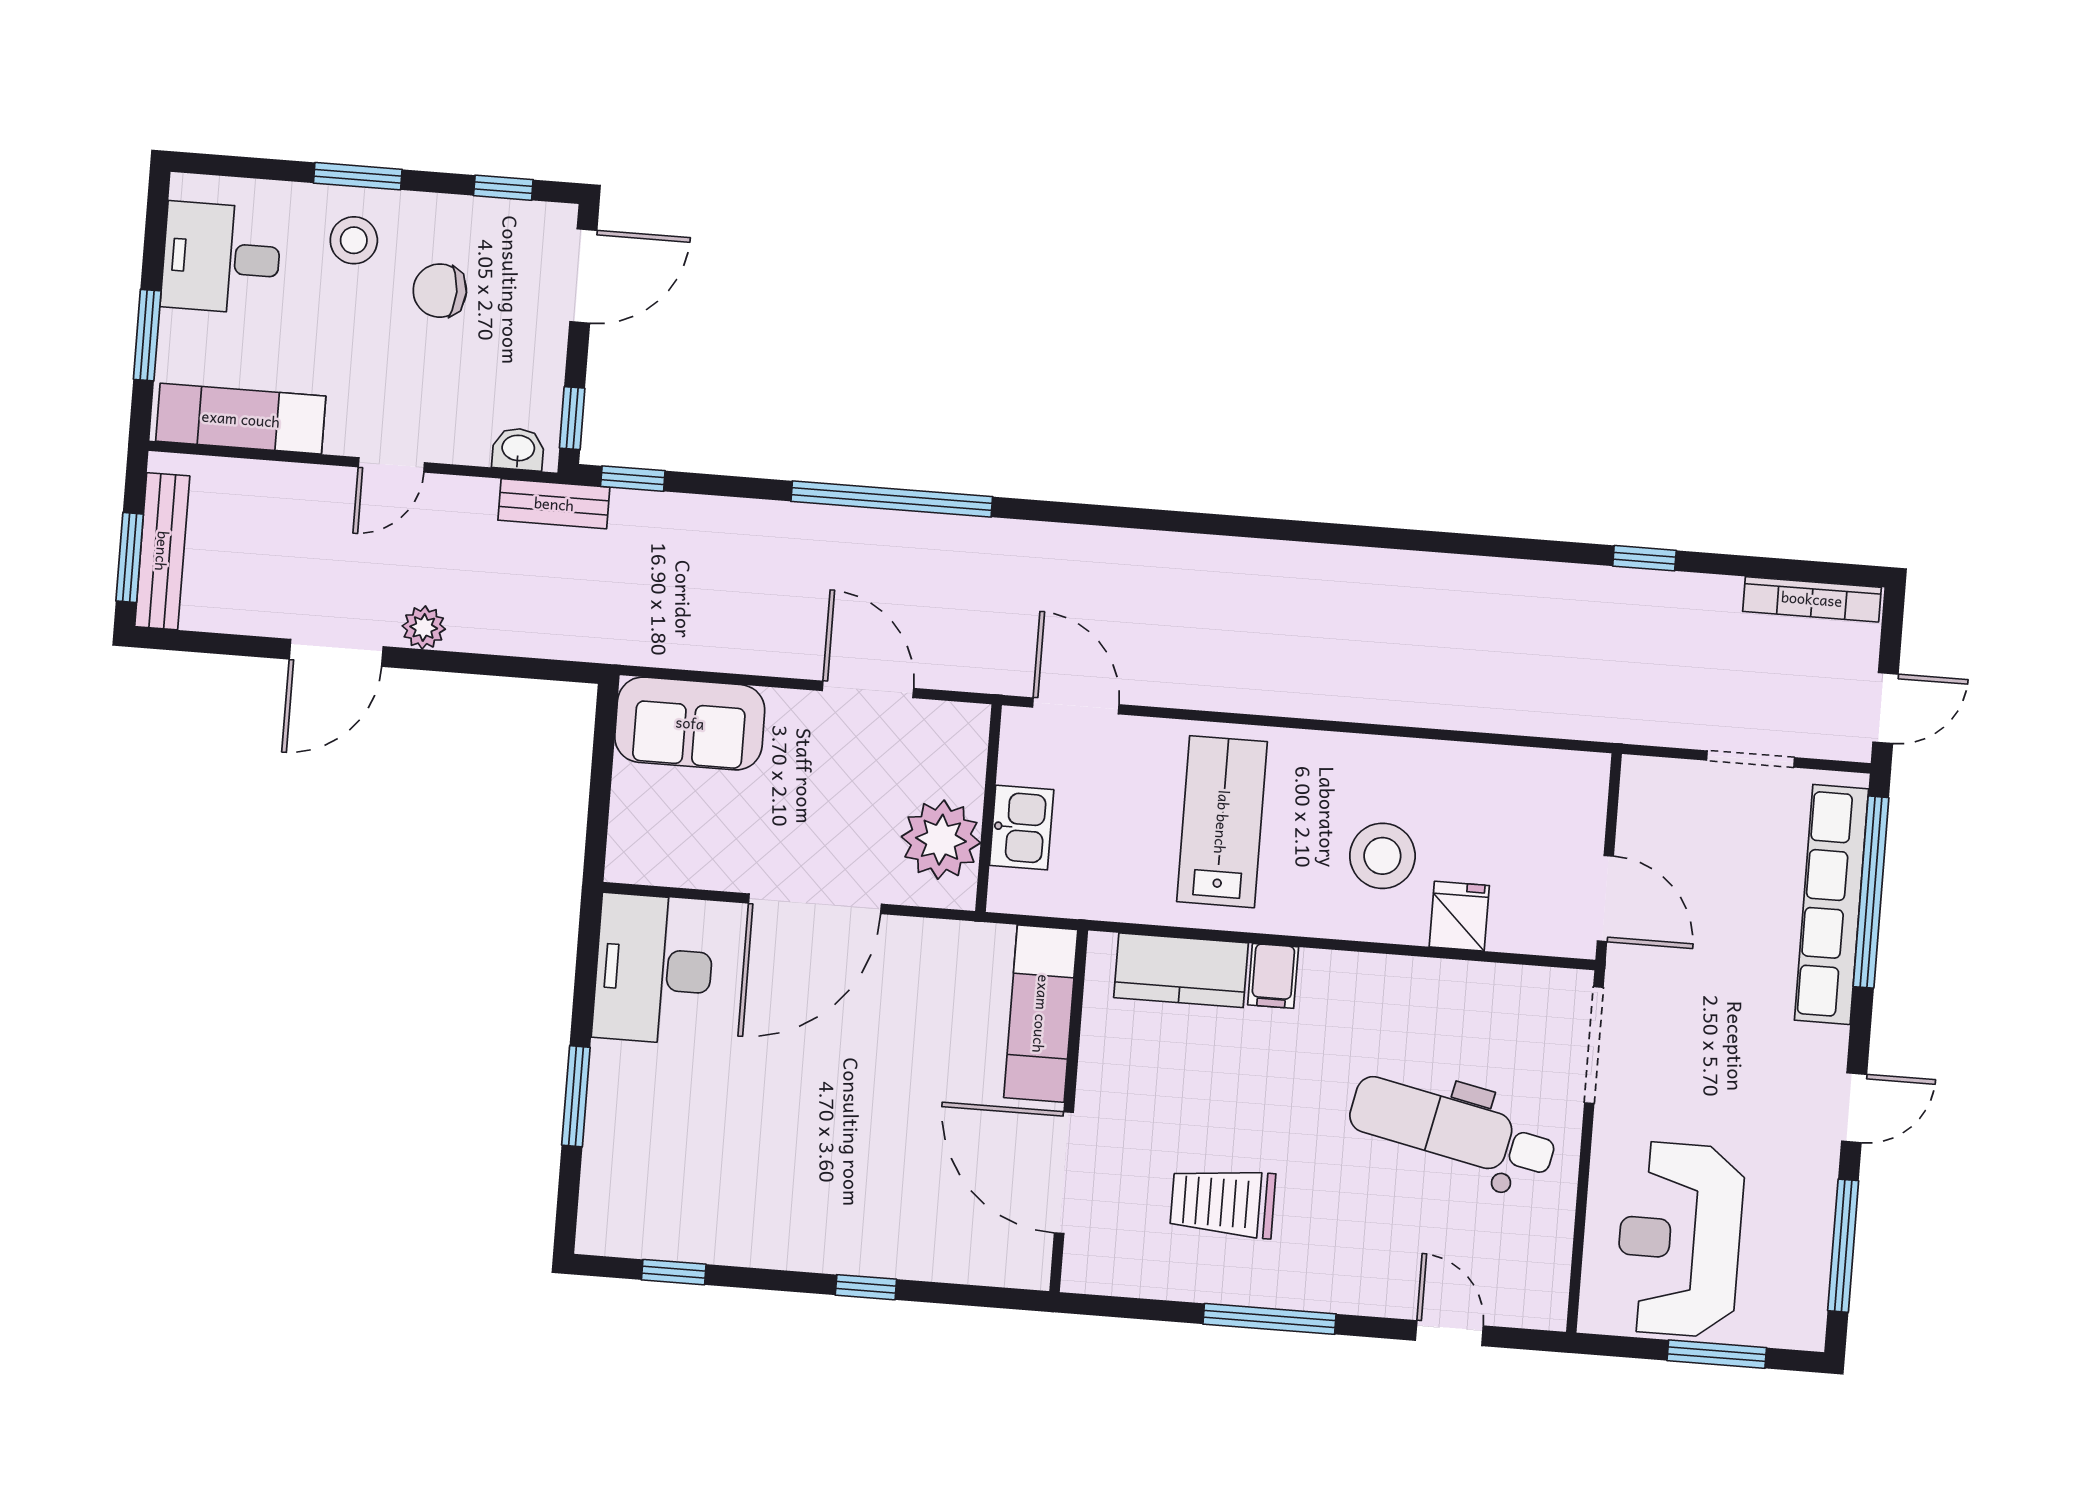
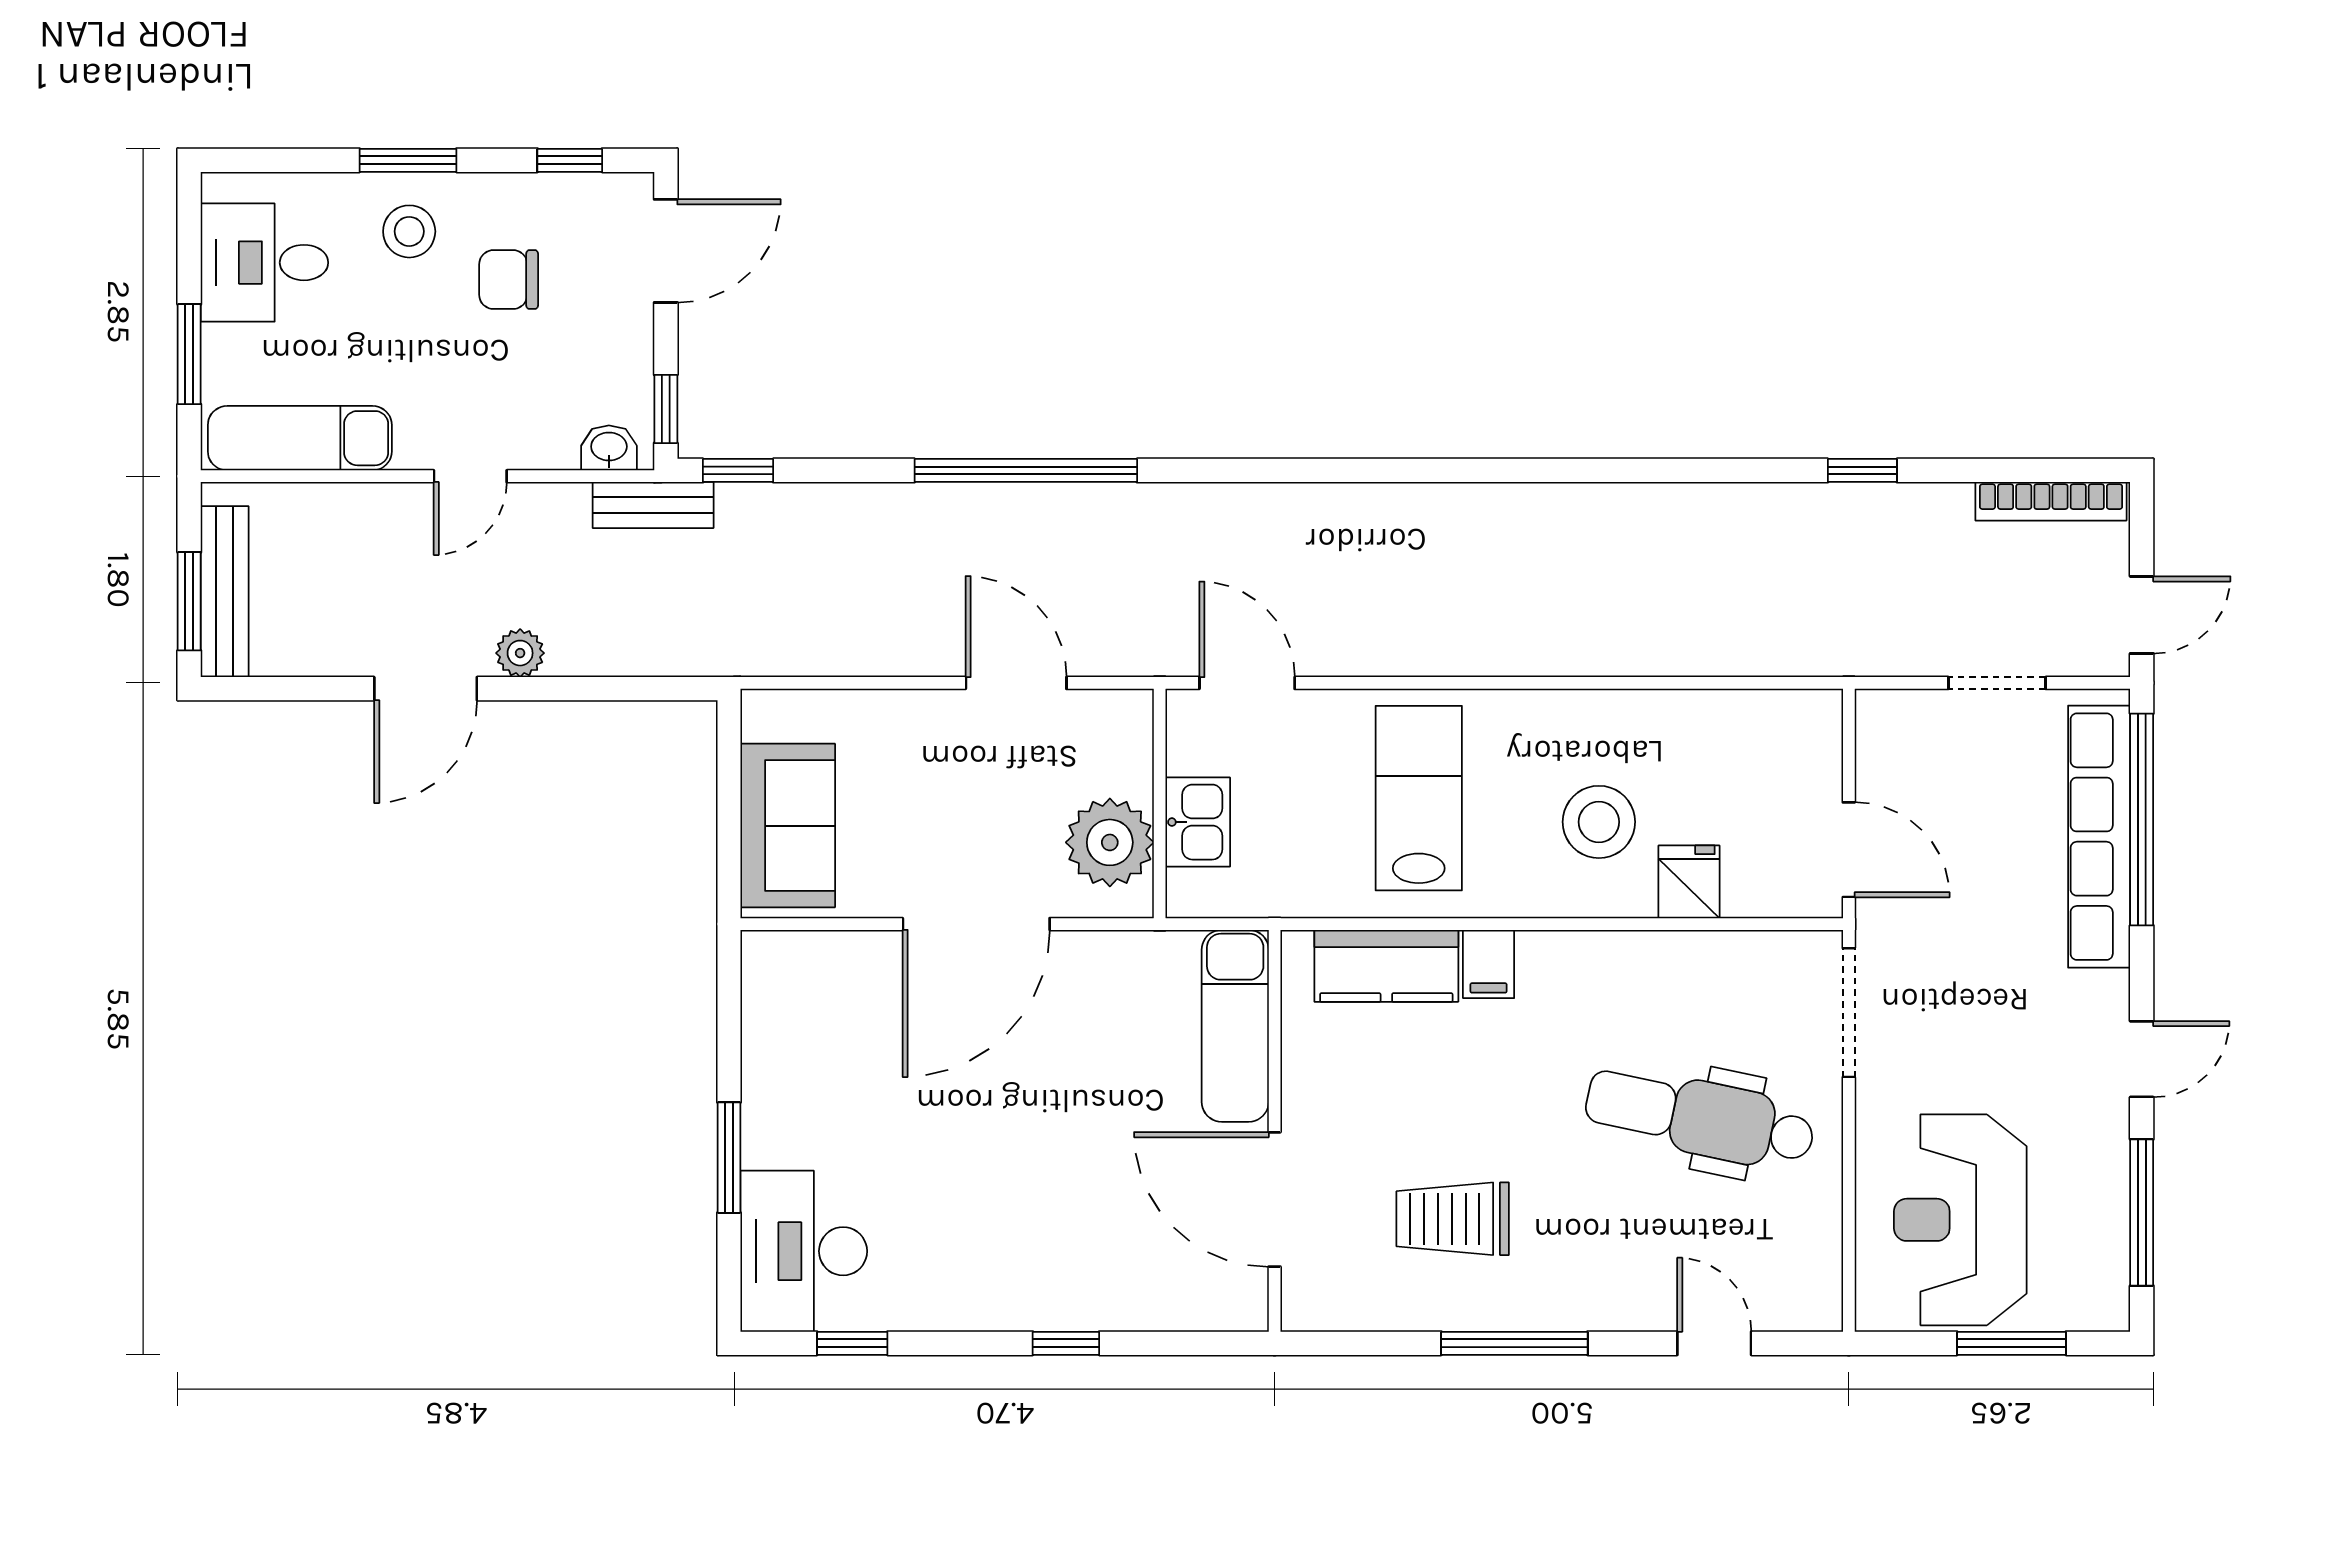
sofa: (690, 723) -> (788, 826), moved, turned -90
desk: (654, 969) -> (804, 1251), moved

